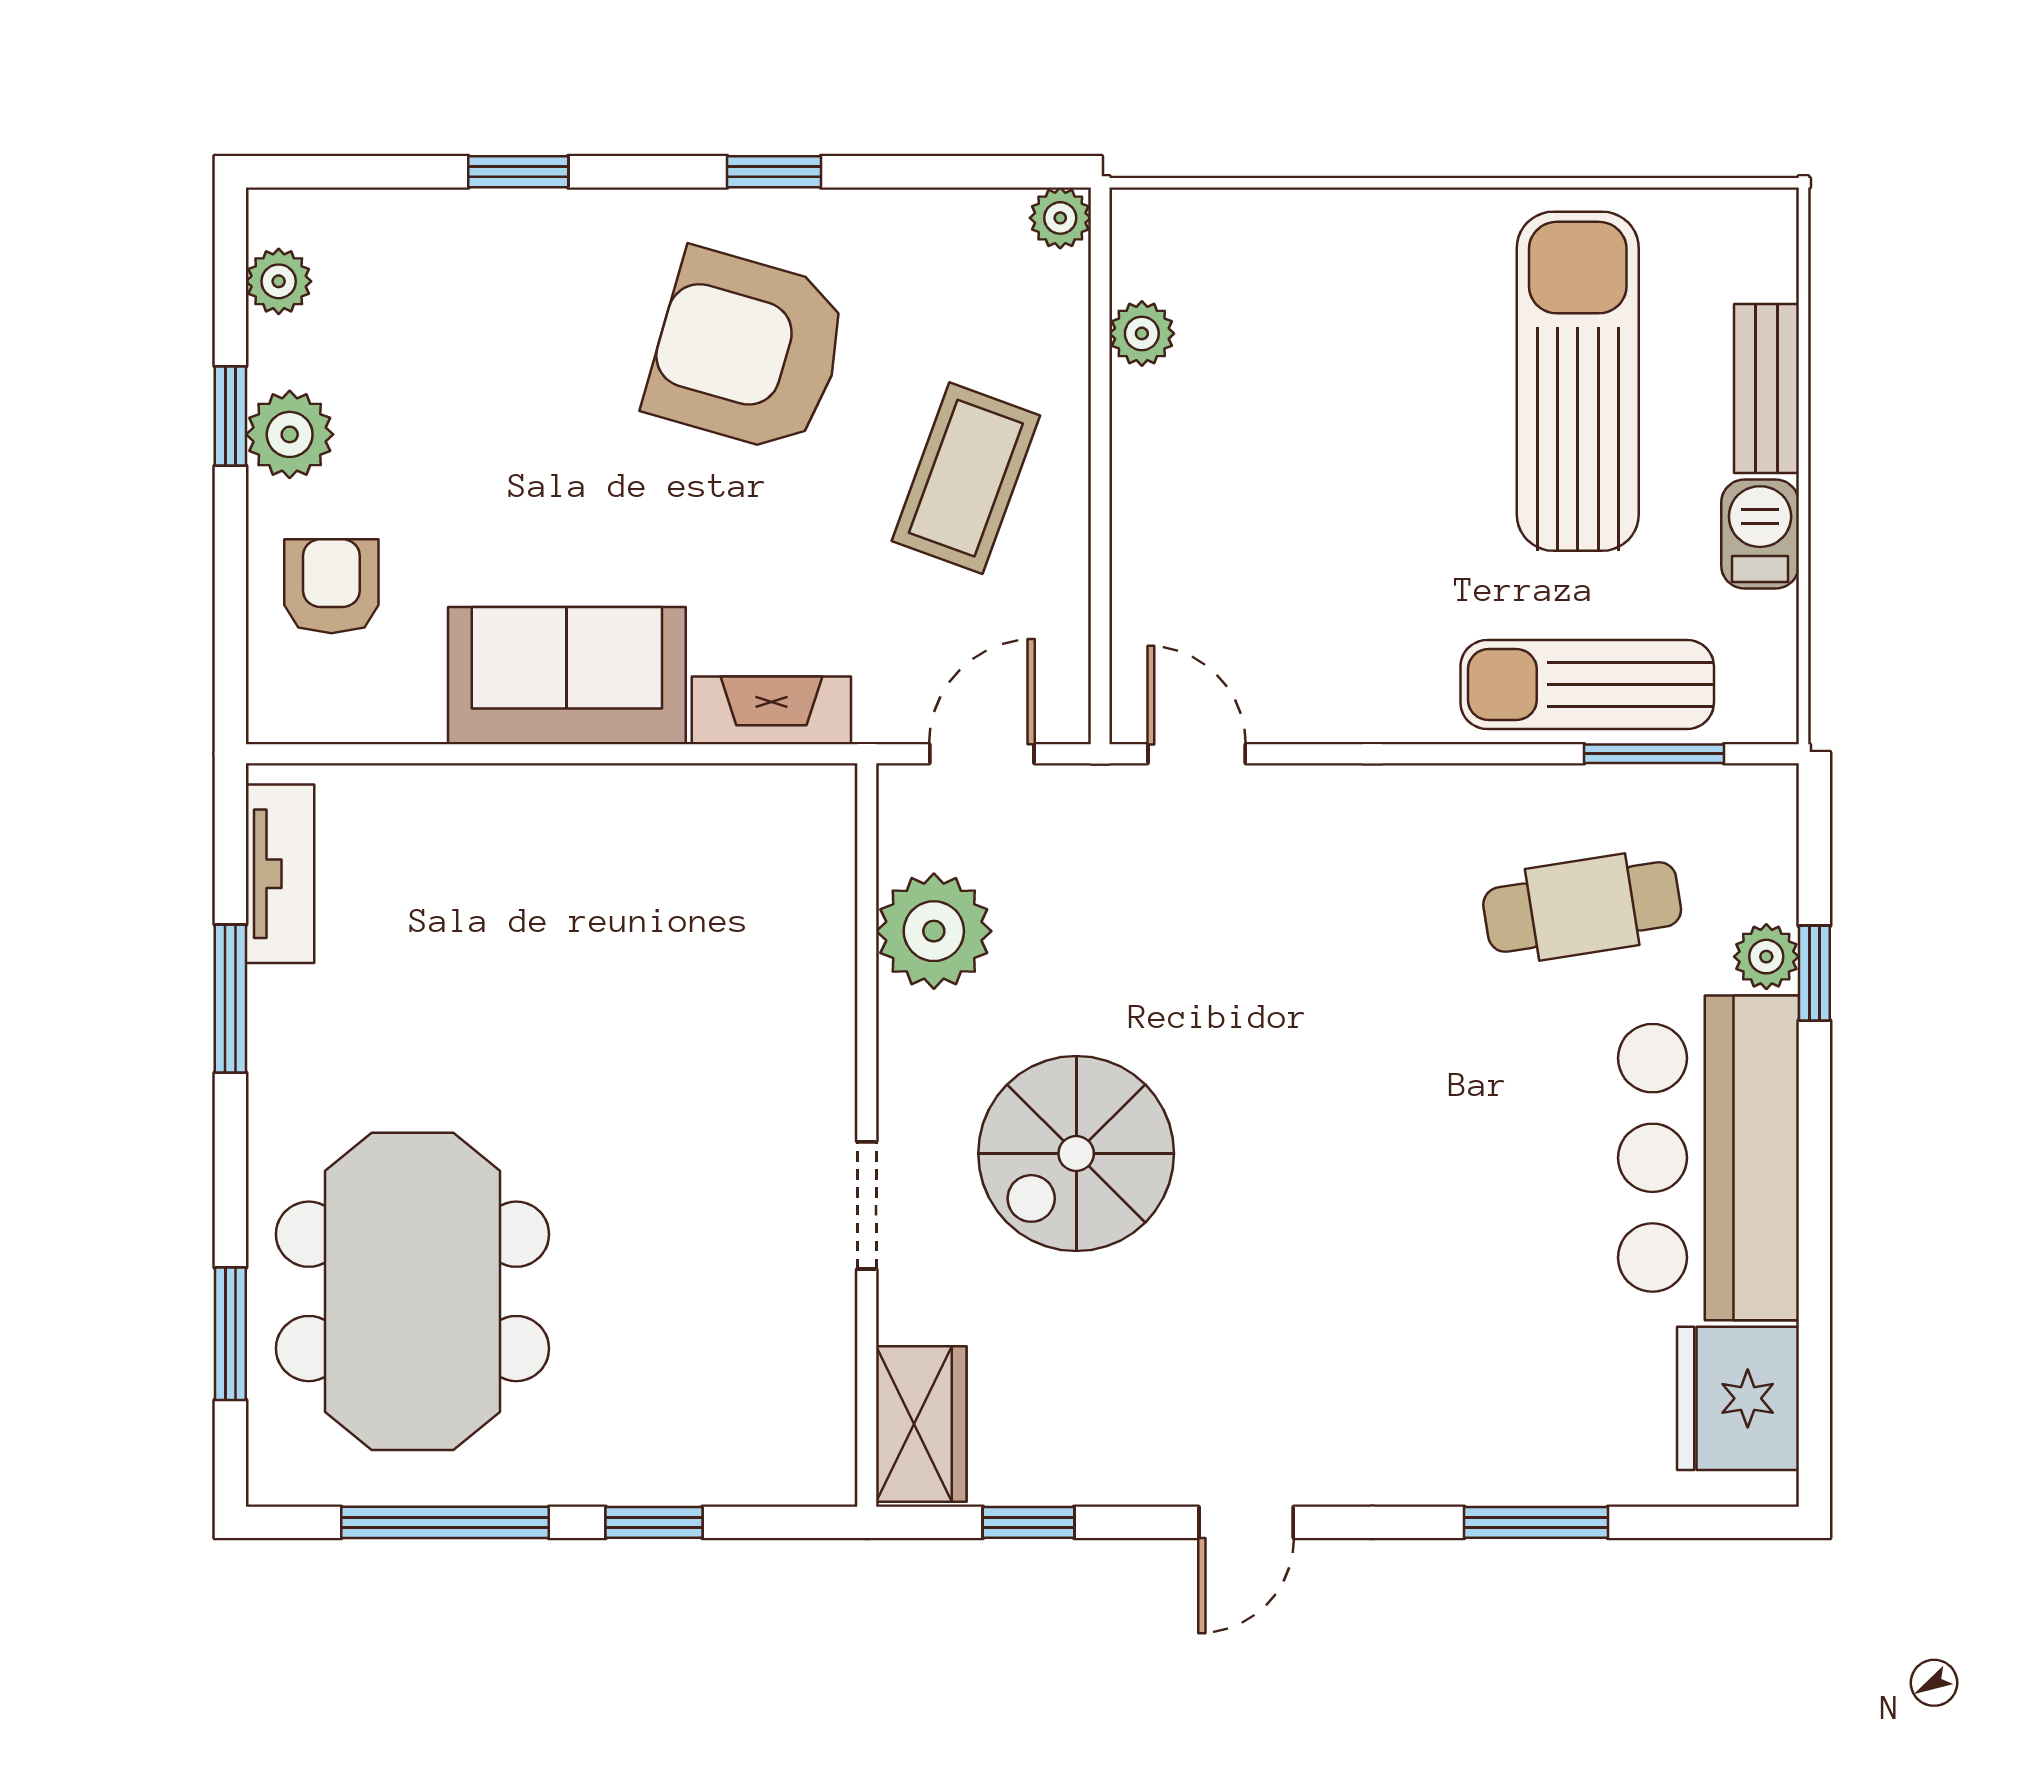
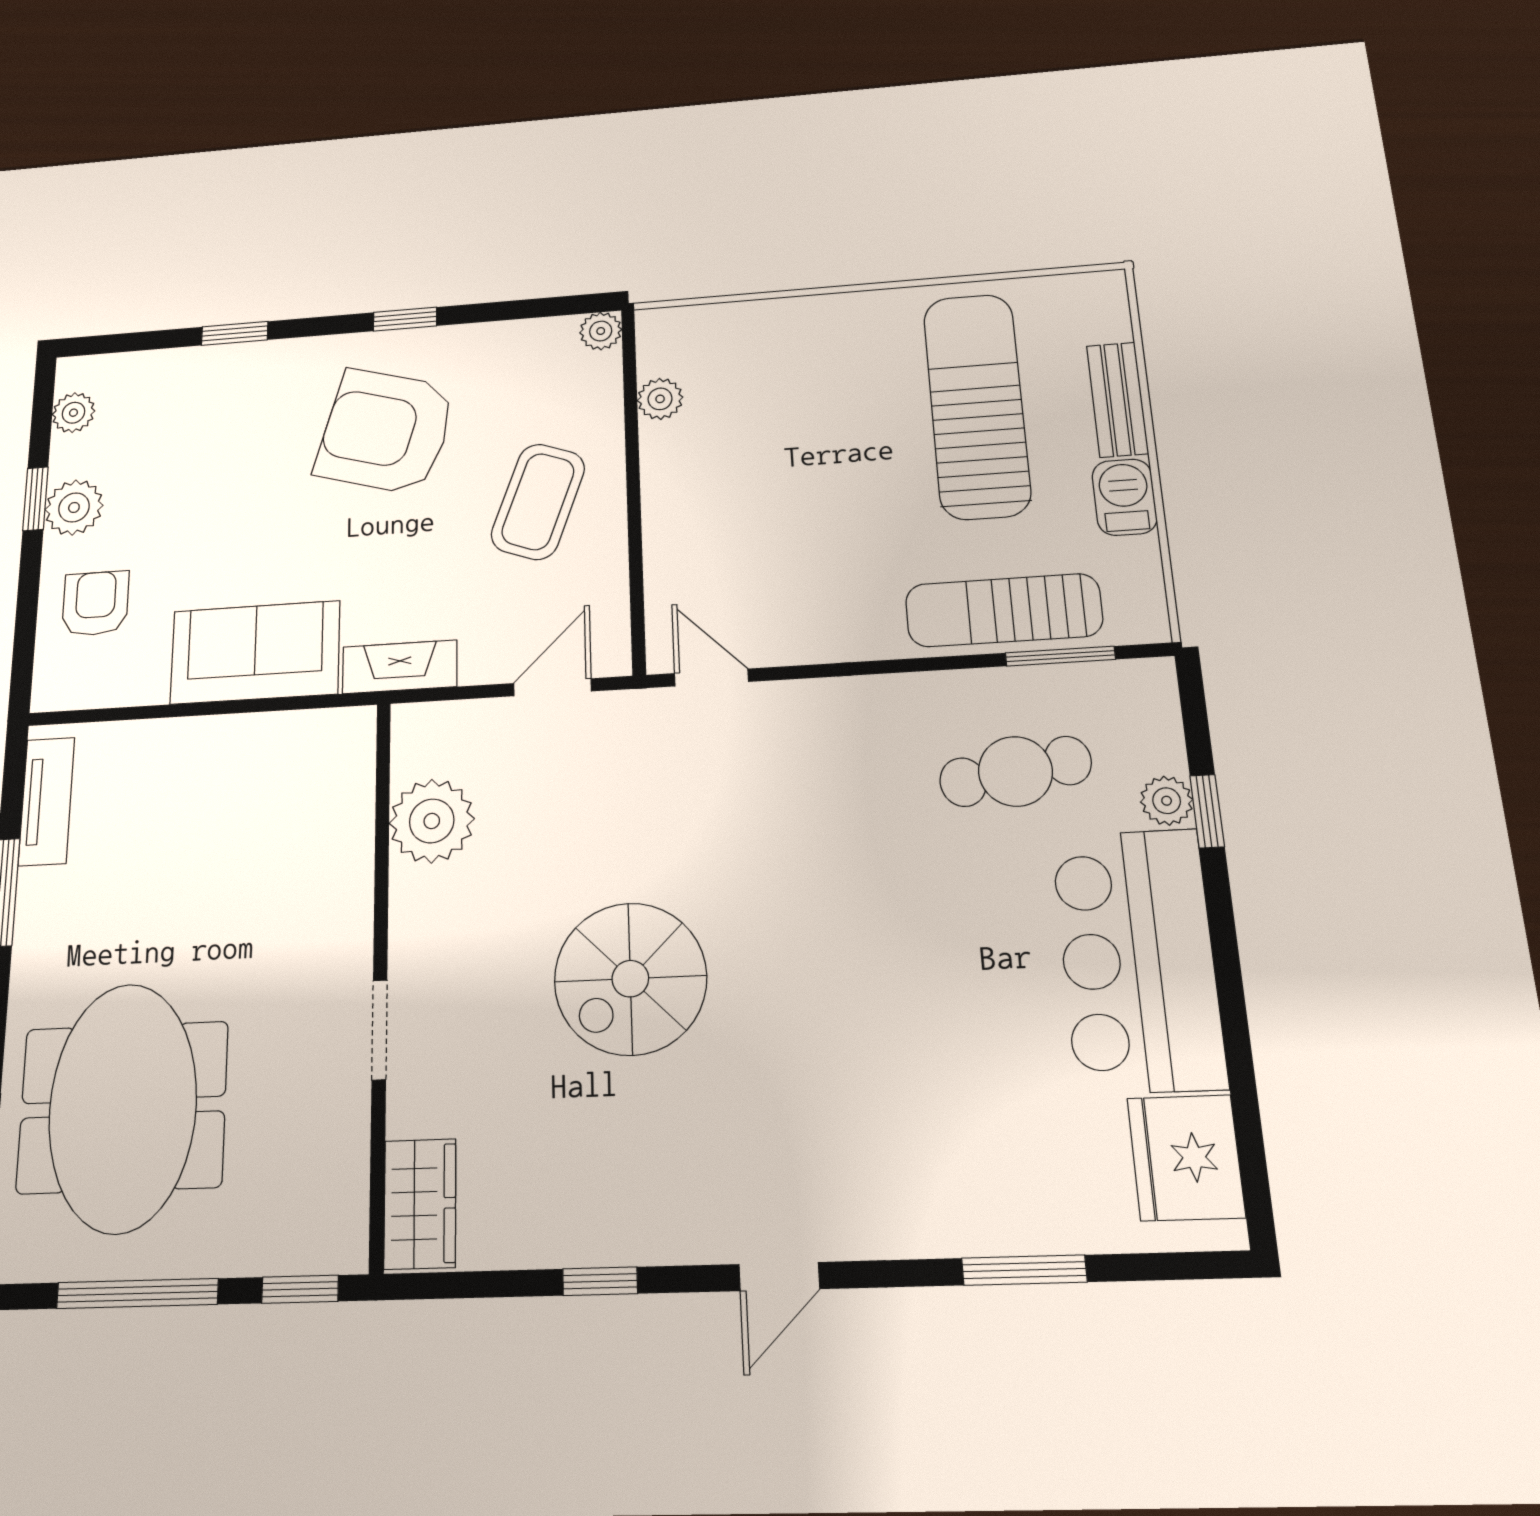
plant: (934, 931) -> (432, 821), moved
wall: (867, 1135) -> (380, 975), moved
doorway: (867, 1205) -> (379, 1030), moved
wardrobe: (921, 1424) -> (420, 1204), moved

